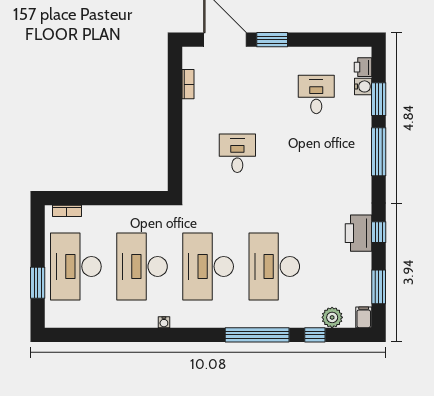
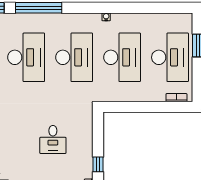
window: (175, 119) -> (98, 164), added

